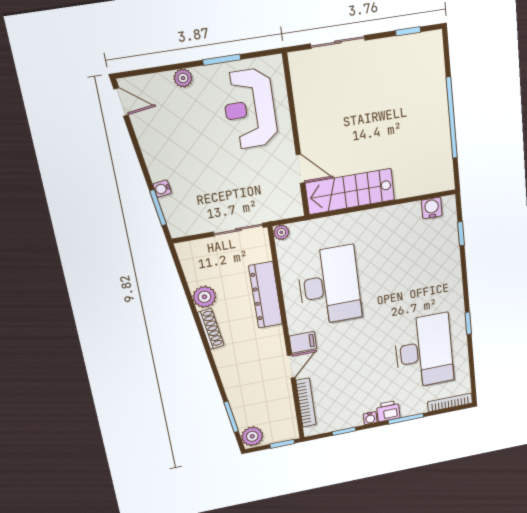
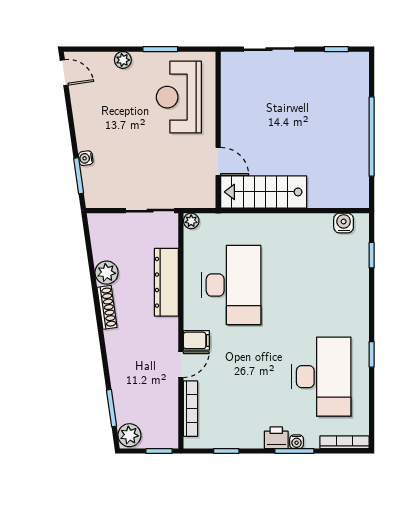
water cooler: (370, 418) -> (297, 442), moved

